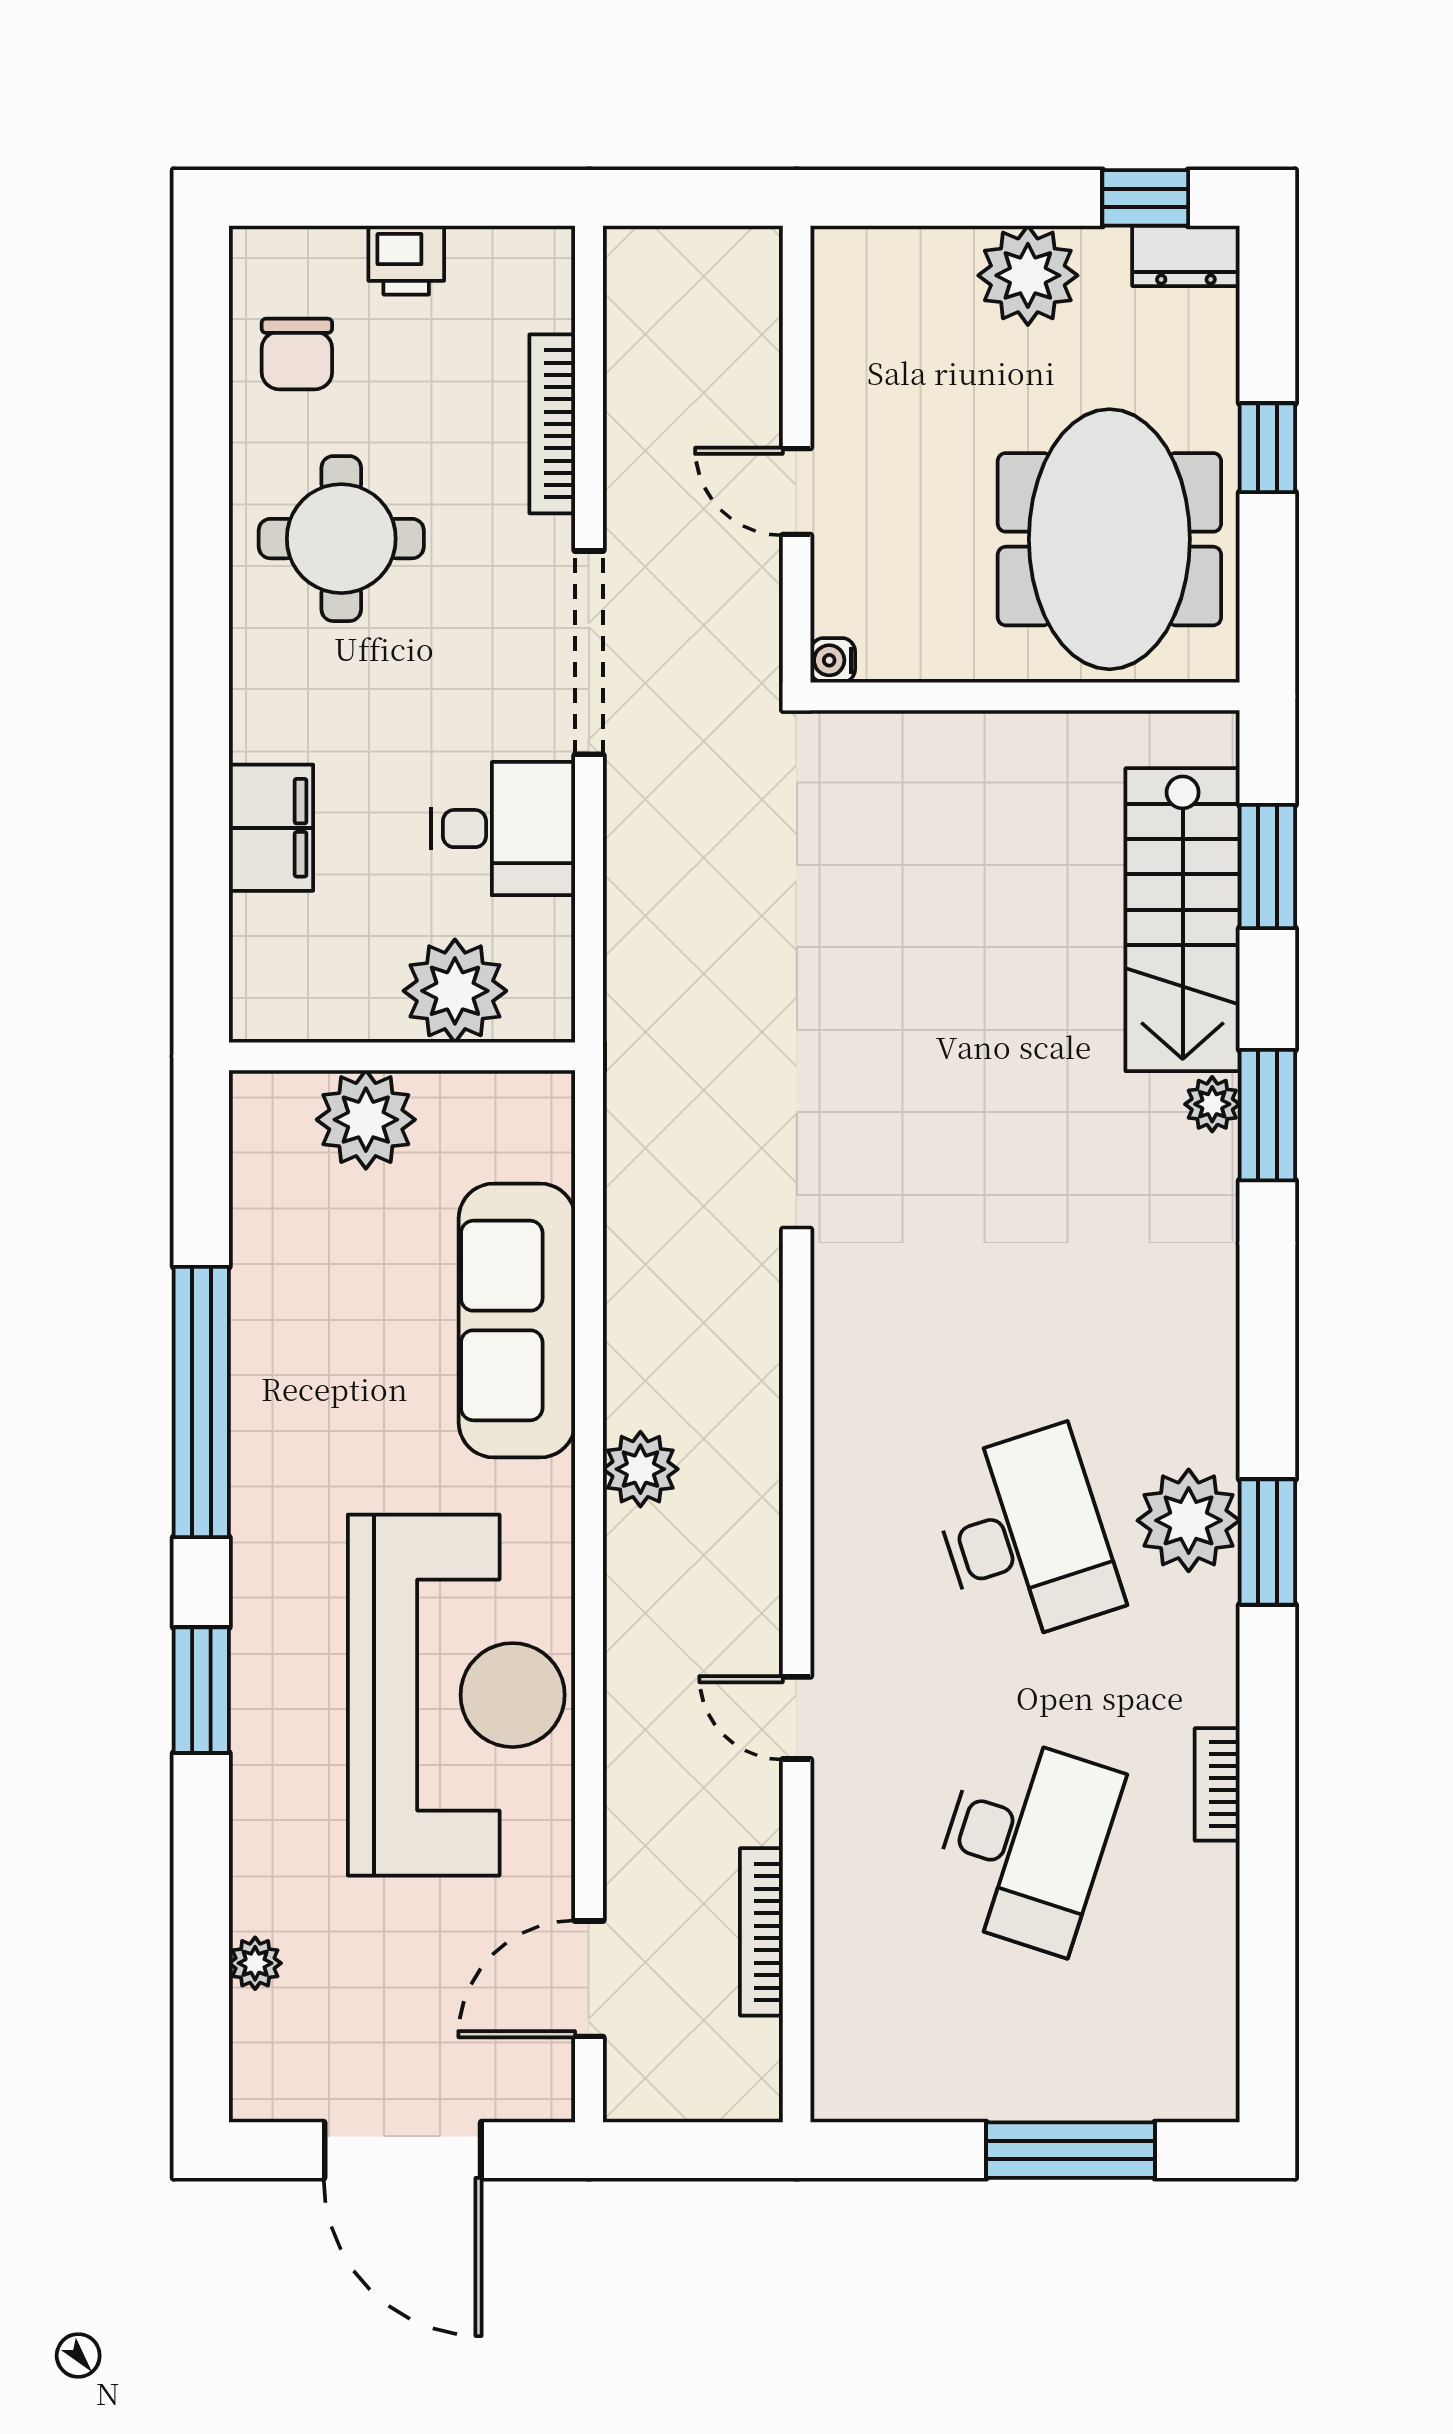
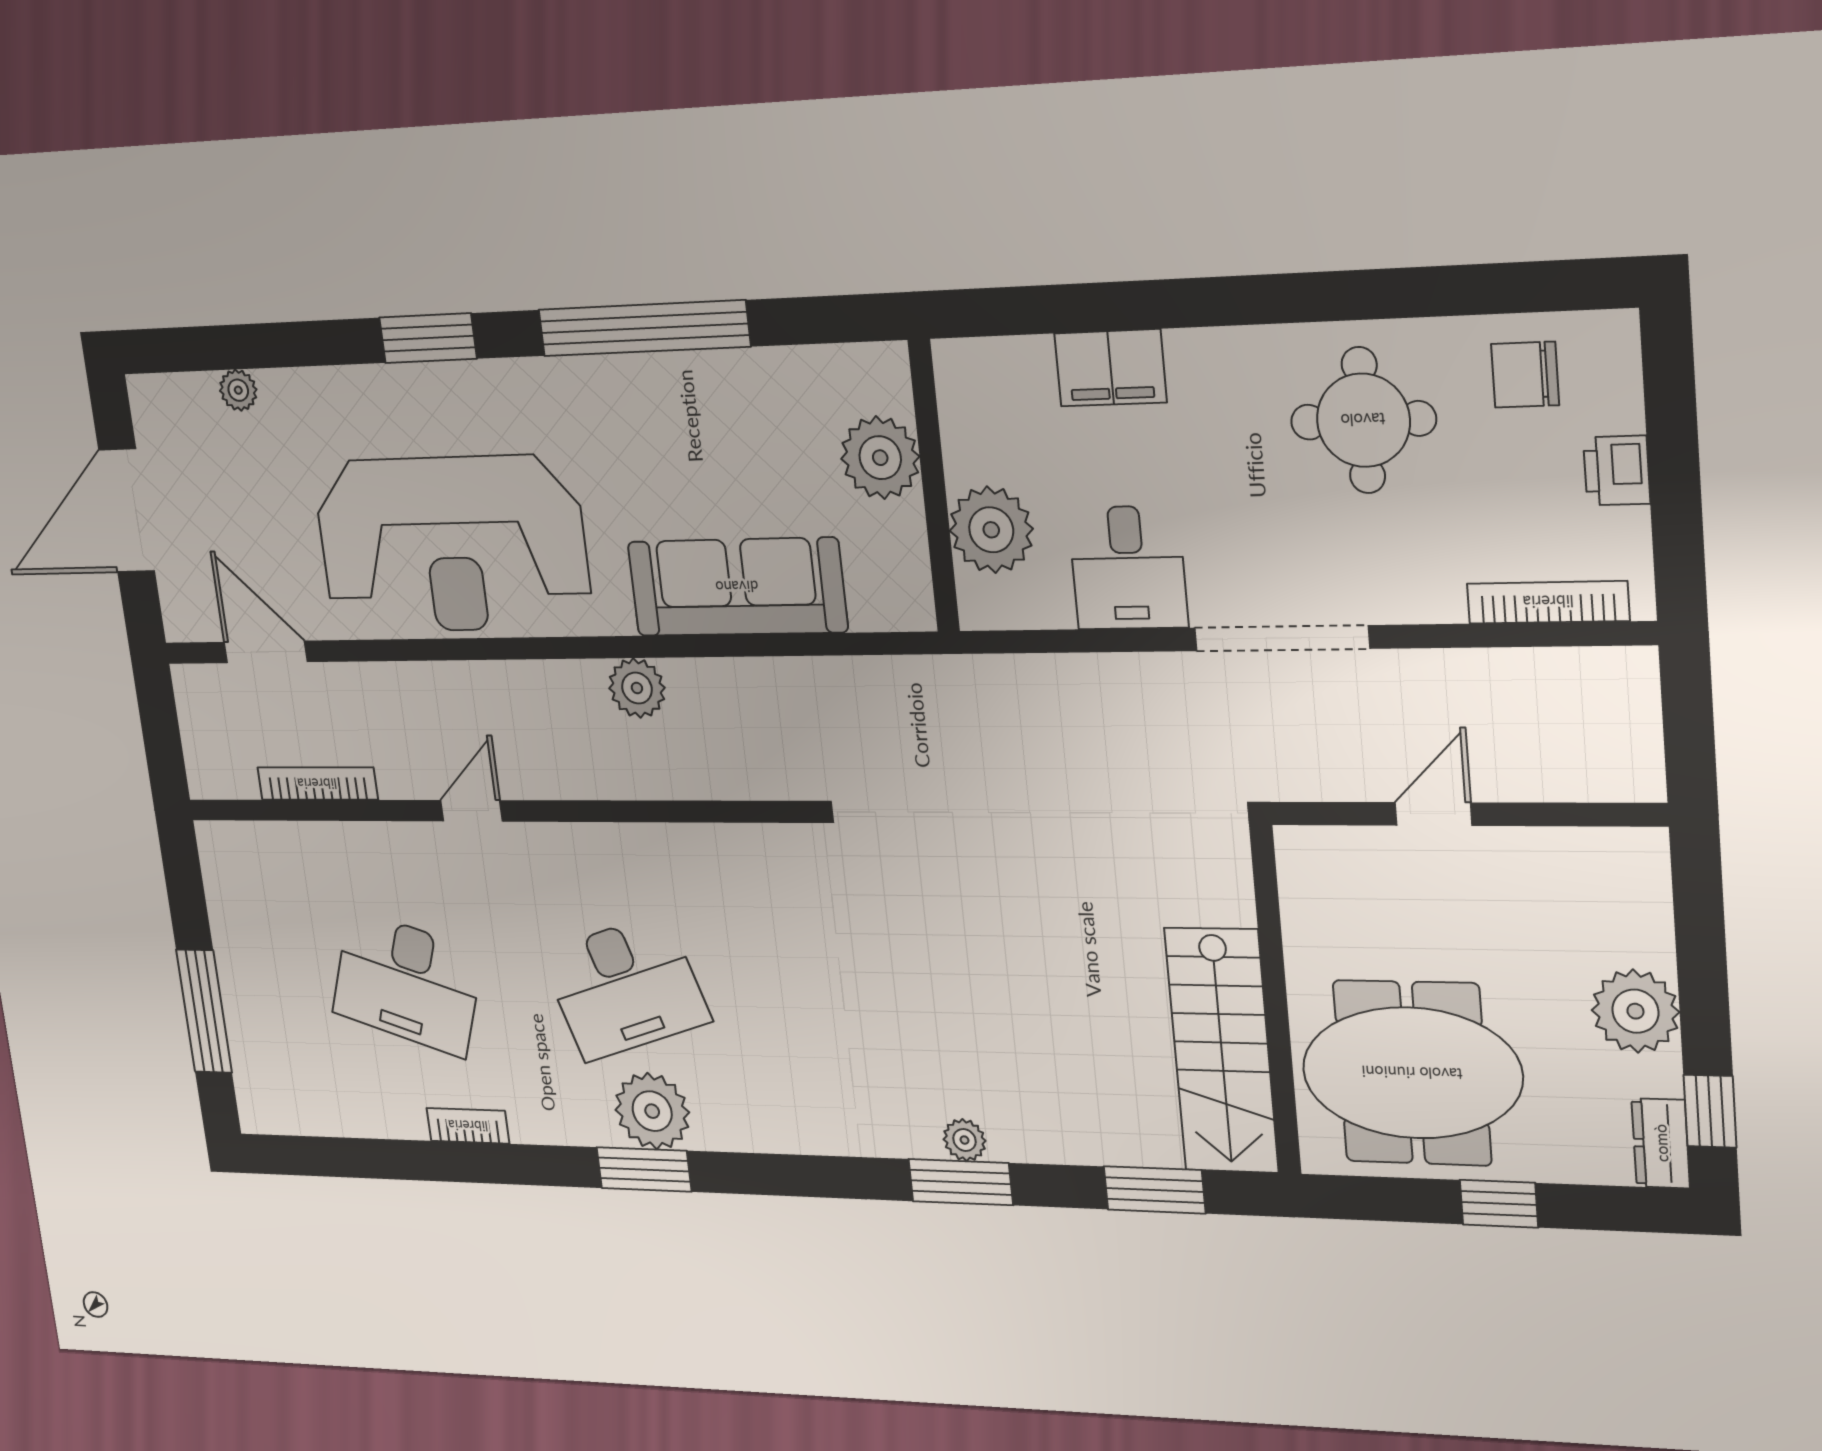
bookcase: (552, 424) -> (1548, 602), moved
water cooler: (833, 660) -> (1292, 844), removed
stairs: (1183, 920) -> (1222, 1051), moved, turned -90

